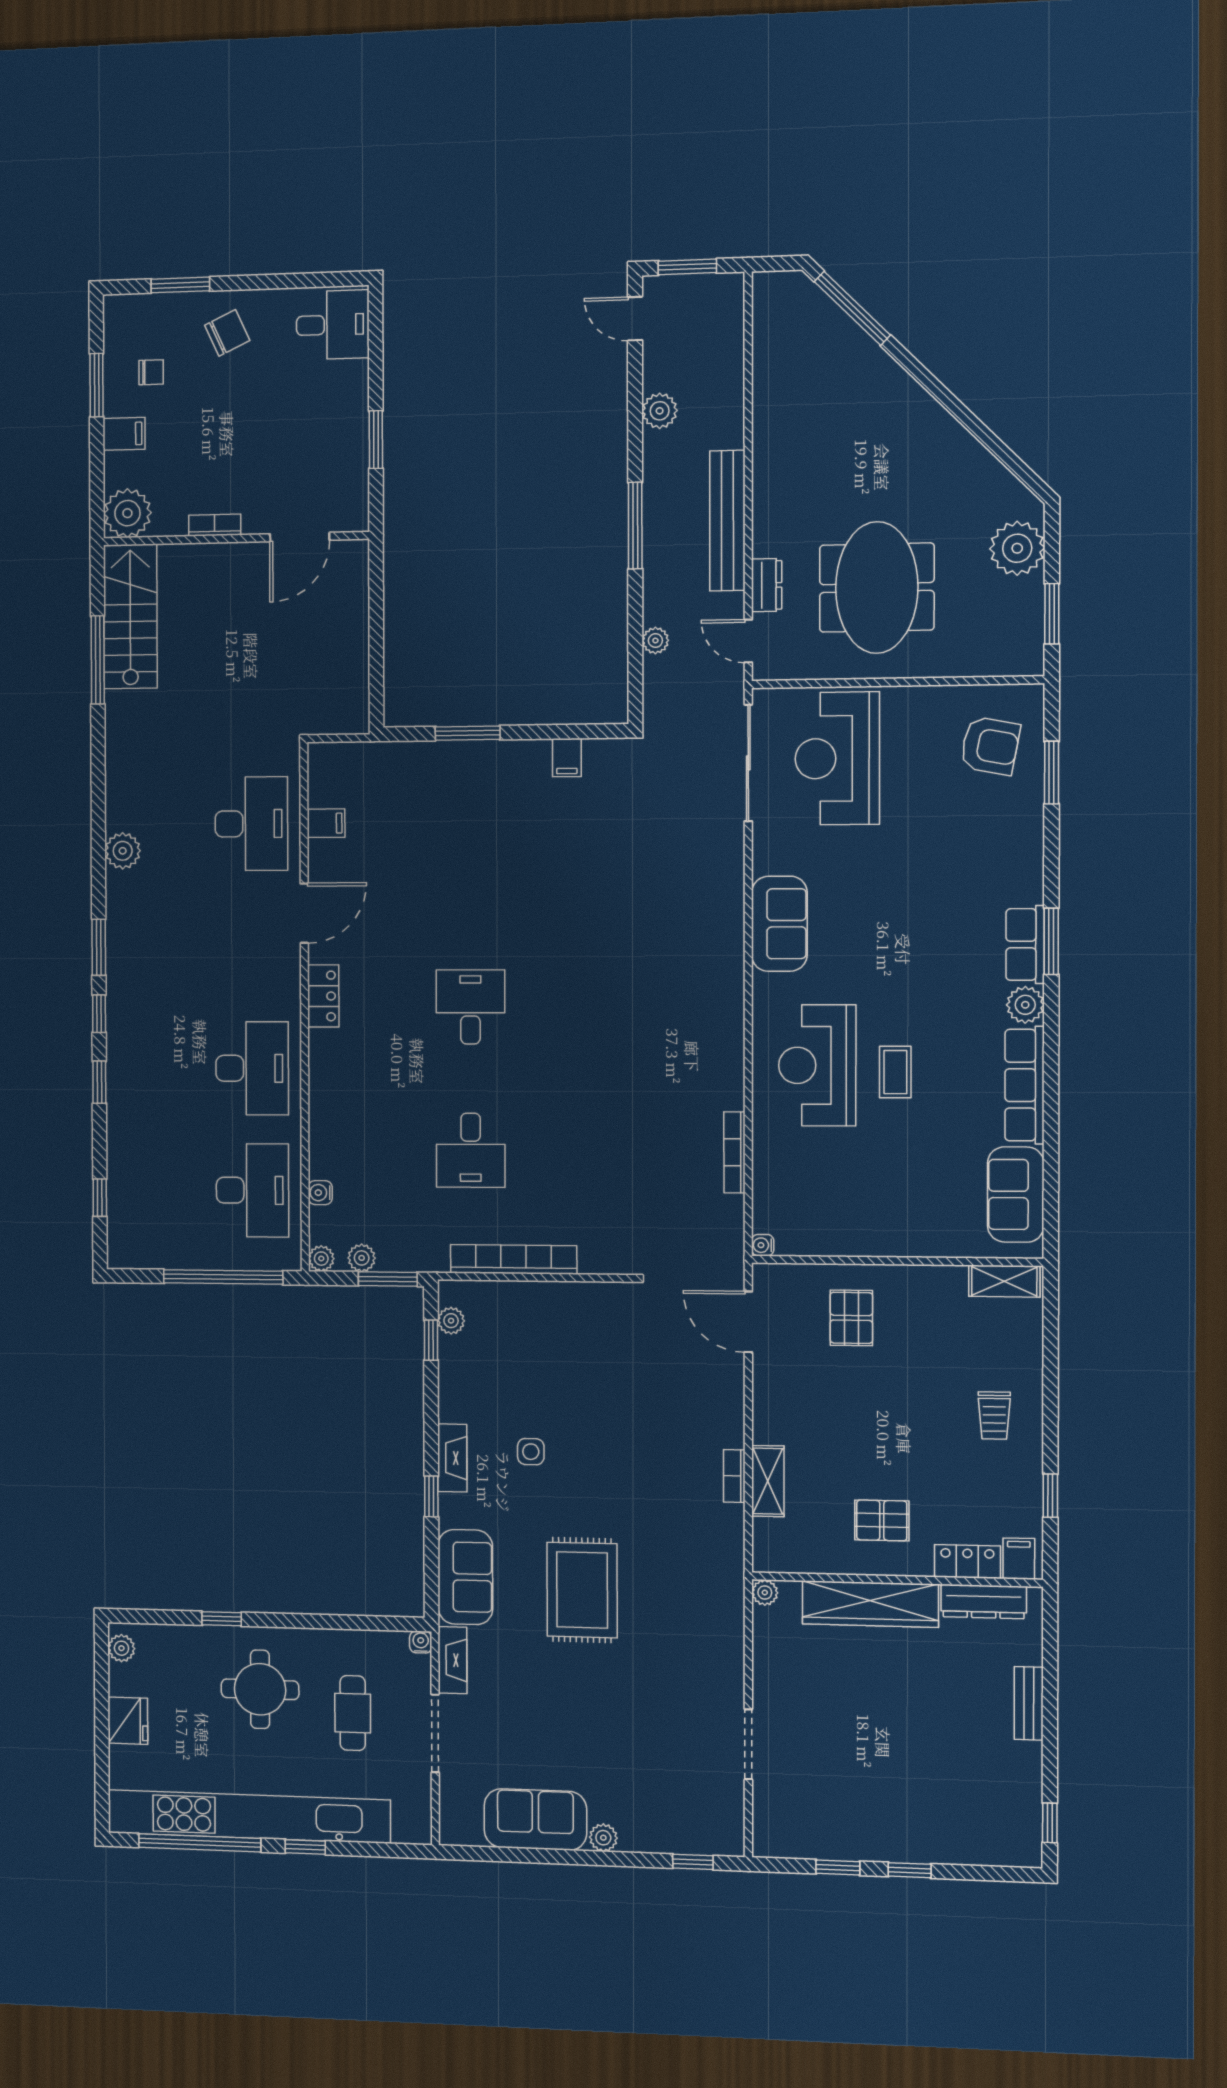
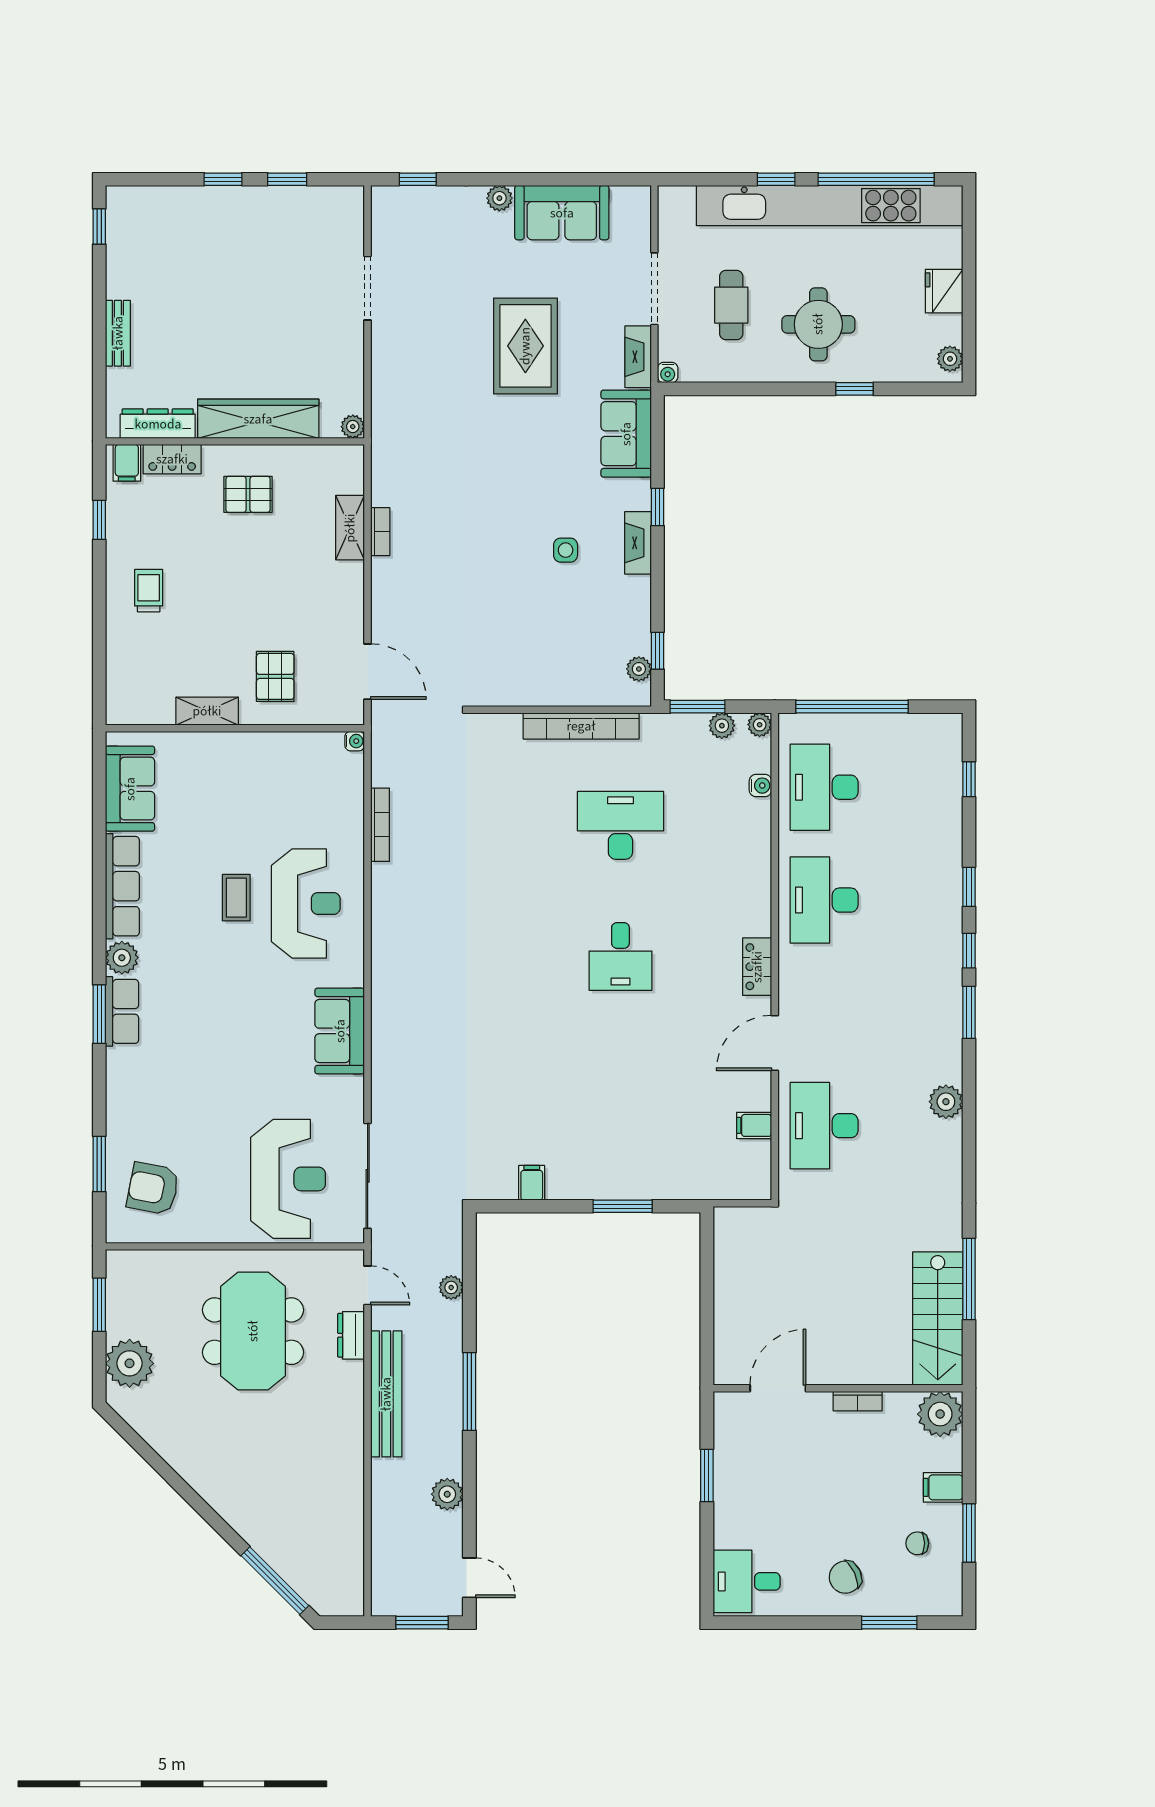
desk: (471, 1150) -> (620, 825), width x1.37
shelving: (1004, 1281) -> (207, 711), moved
rug: (582, 1590) -> (525, 346), moved

